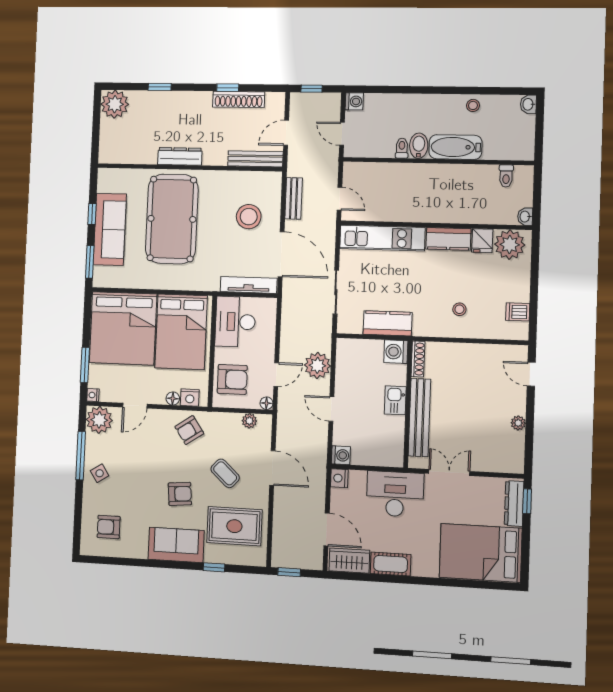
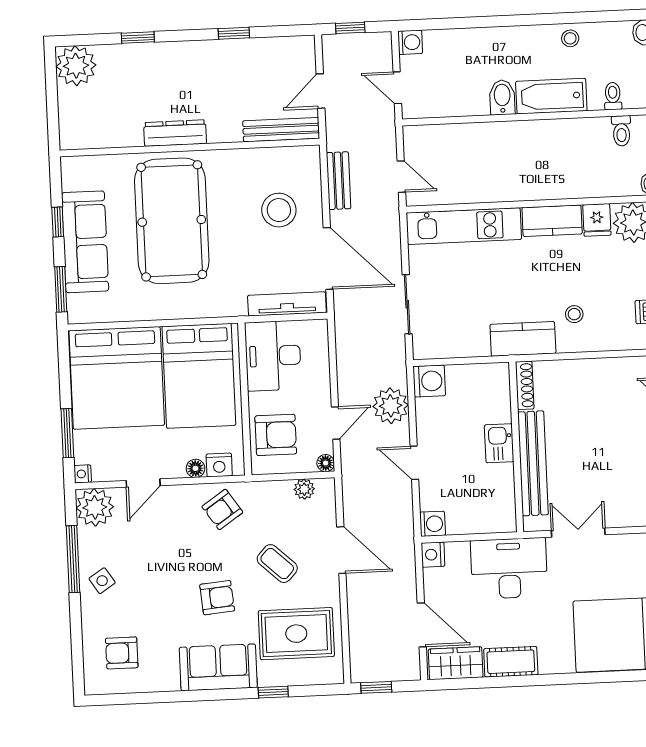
shoe rack: (239, 99) -> (251, 49), removed
toilet: (402, 148) -> (613, 96), moved
kitchen counter: (388, 323) -> (523, 339), moved
washing machine: (396, 352) -> (429, 381), moved, turned 180

